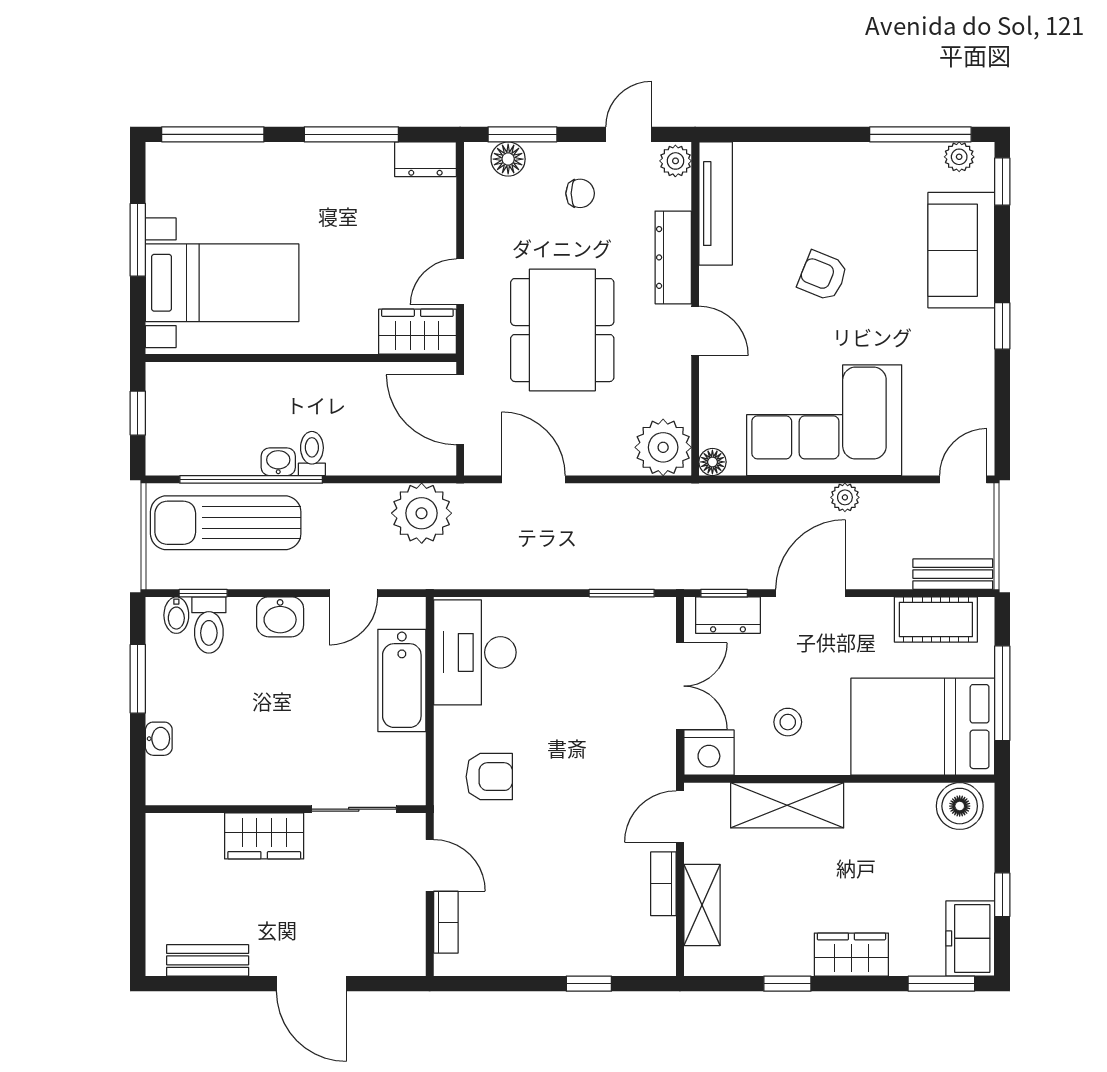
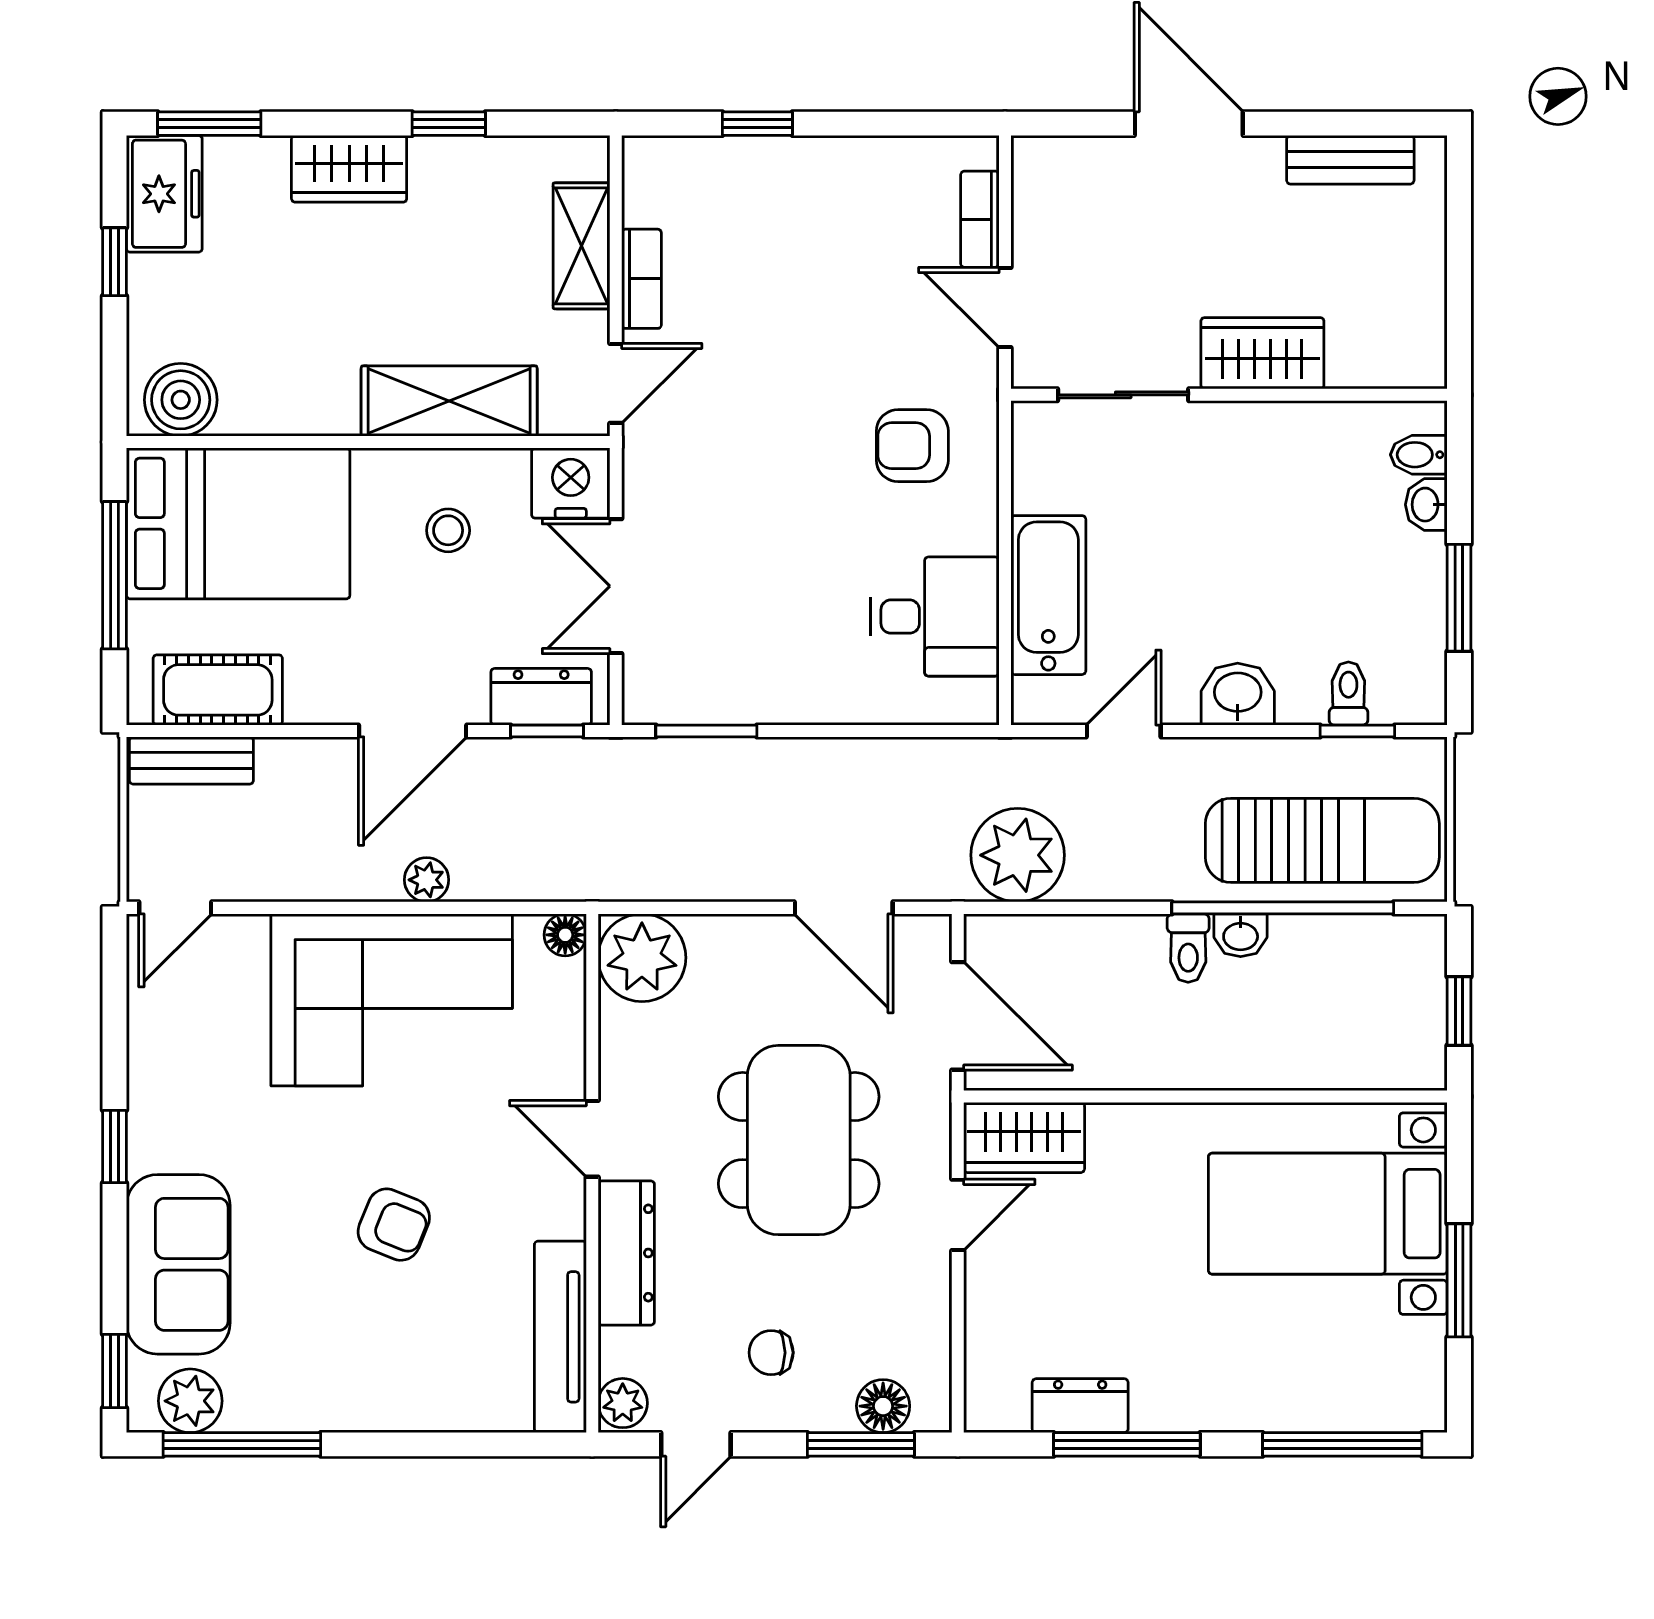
plant: (959, 157) -> (190, 1401), width x1.38, depth x1.38
dresser: (425, 159) -> (1080, 1406), moved
plant: (845, 497) -> (427, 880), moved
bidet: (176, 615) -> (1419, 455), moved, turned -90
toilet: (209, 625) -> (1348, 694), width x0.73, depth x0.72
desk: (475, 652) -> (935, 617), width x0.73

